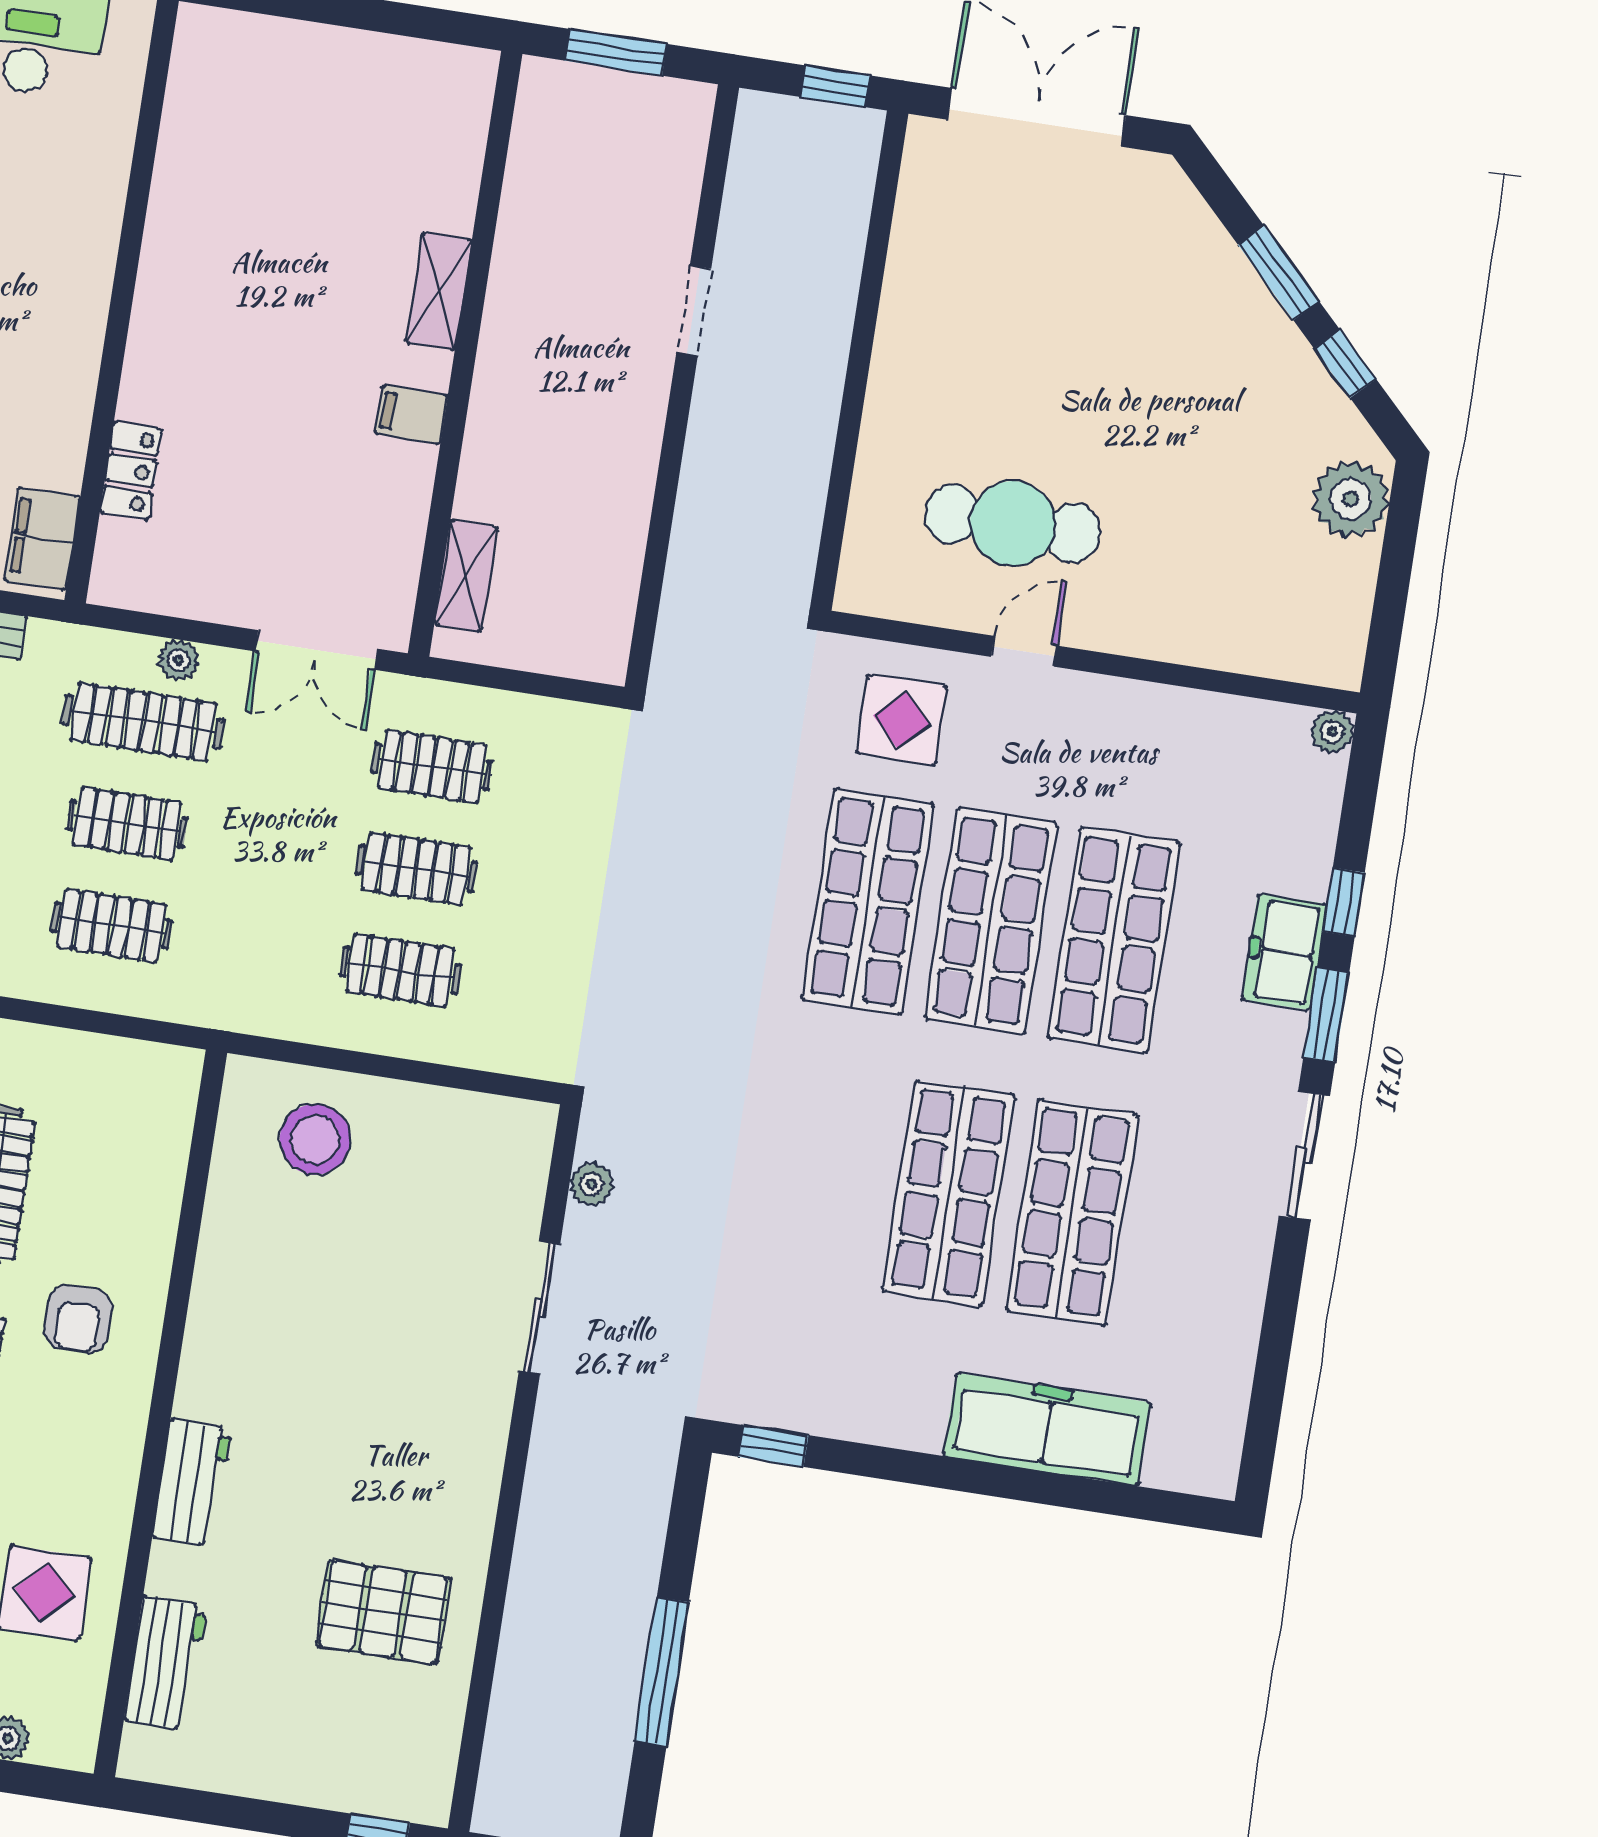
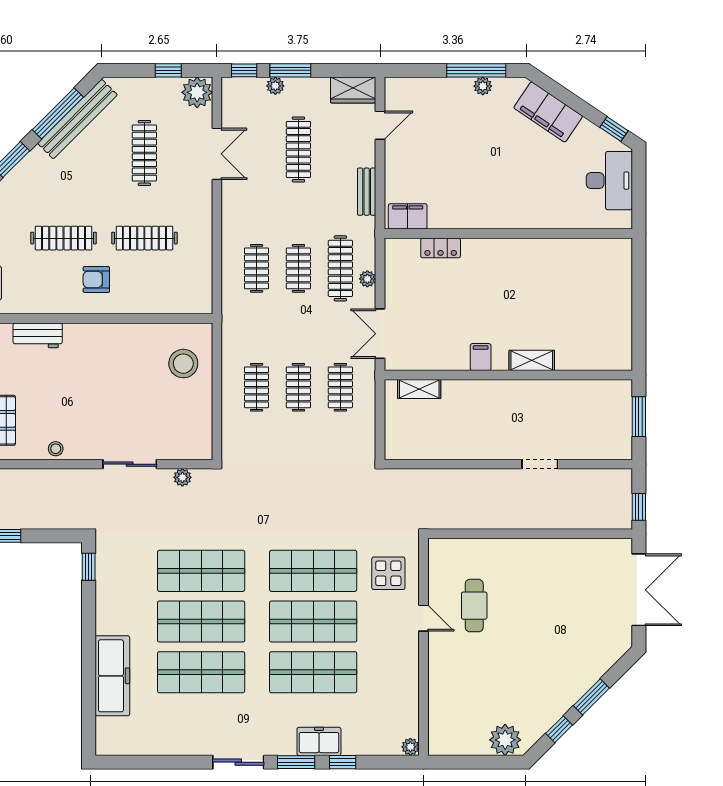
cafe table: (1013, 524) -> (474, 606), width x0.73, depth x0.74
shop shelf: (826, 1174) -> (201, 571), added
stool: (474, 1481) -> (56, 449), added

